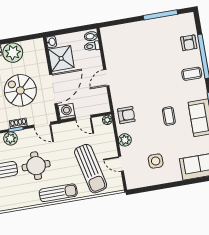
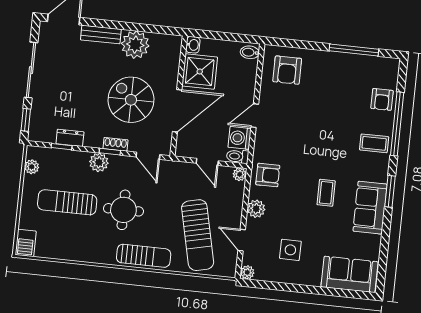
armchair: (120, 41) -> (287, 70), added
toilet: (92, 46) -> (237, 156), moved
washing machine: (67, 112) -> (240, 138), moved, turned -90
plant: (131, 184) -> (247, 272), added

